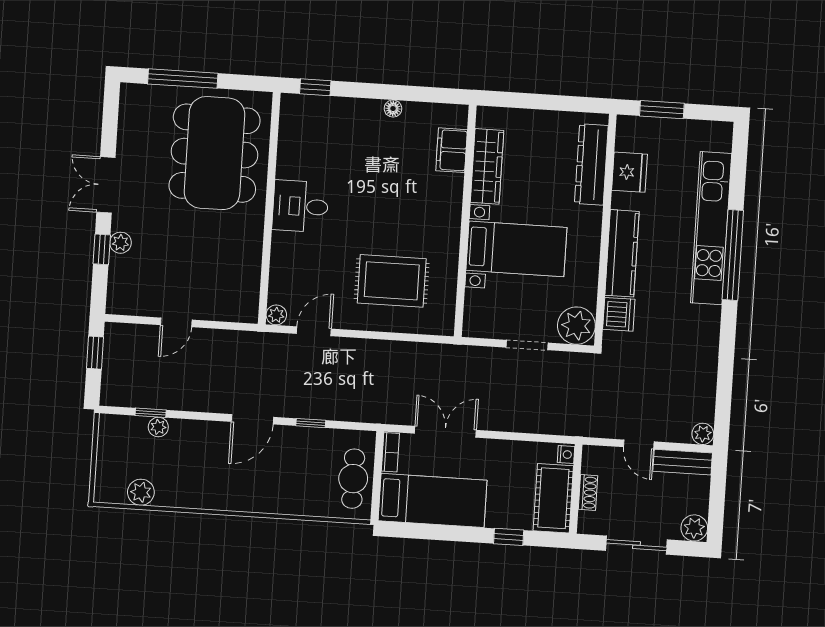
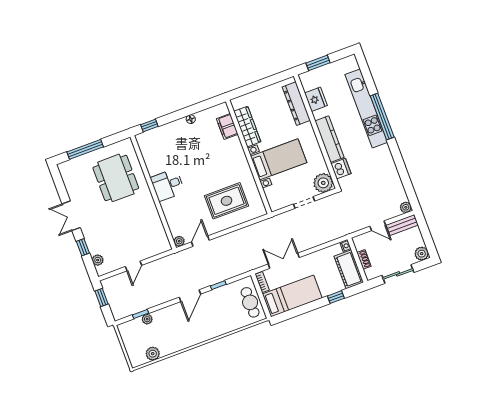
dining table: (214, 153) -> (116, 178), width x0.73, depth x0.80
plant: (120, 243) -> (98, 260), moved

